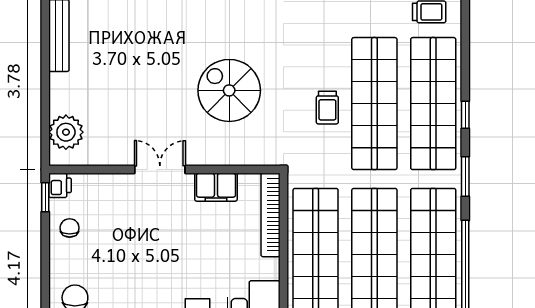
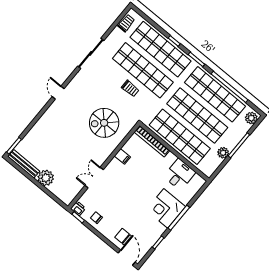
spiral stairs: (229, 90) -> (104, 123), moved
plant: (66, 132) -> (46, 178), moved
double door: (160, 170) -> (94, 178), moved
filing cabinet: (216, 187) -> (122, 156), width x0.50

